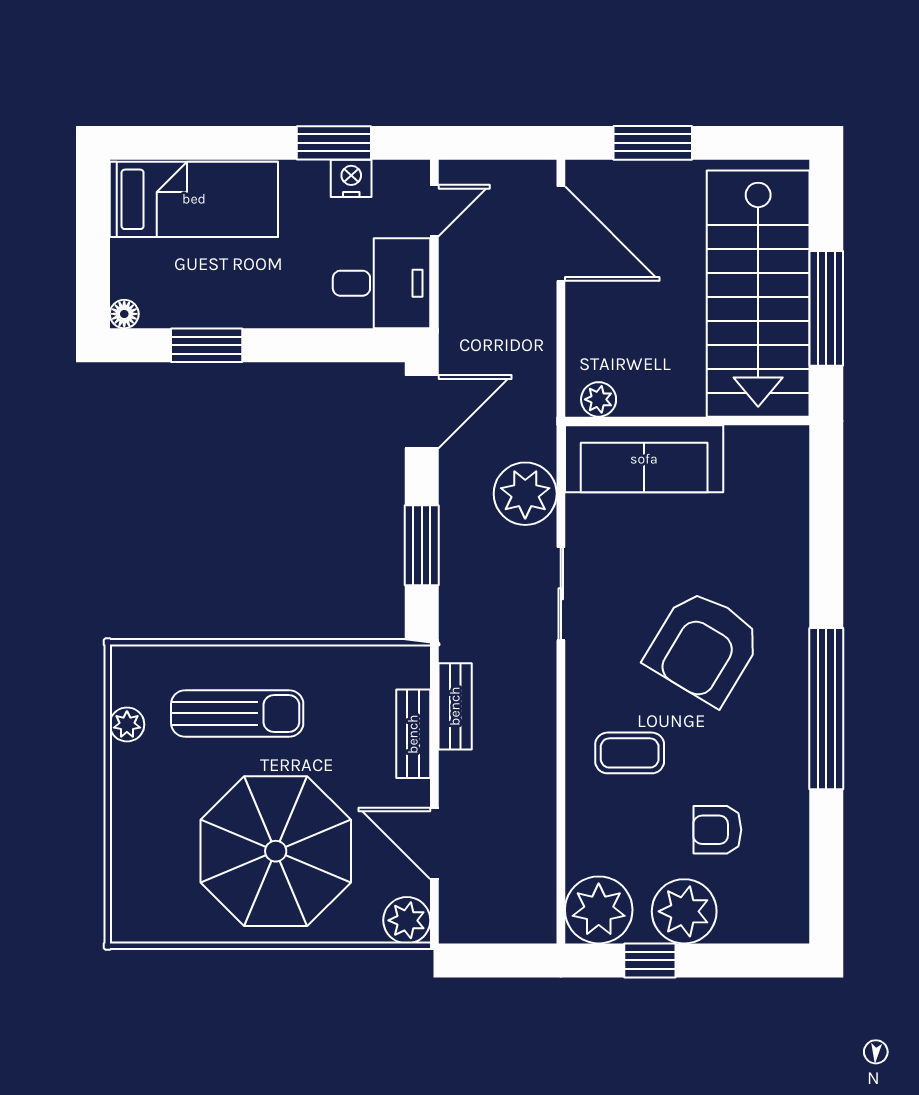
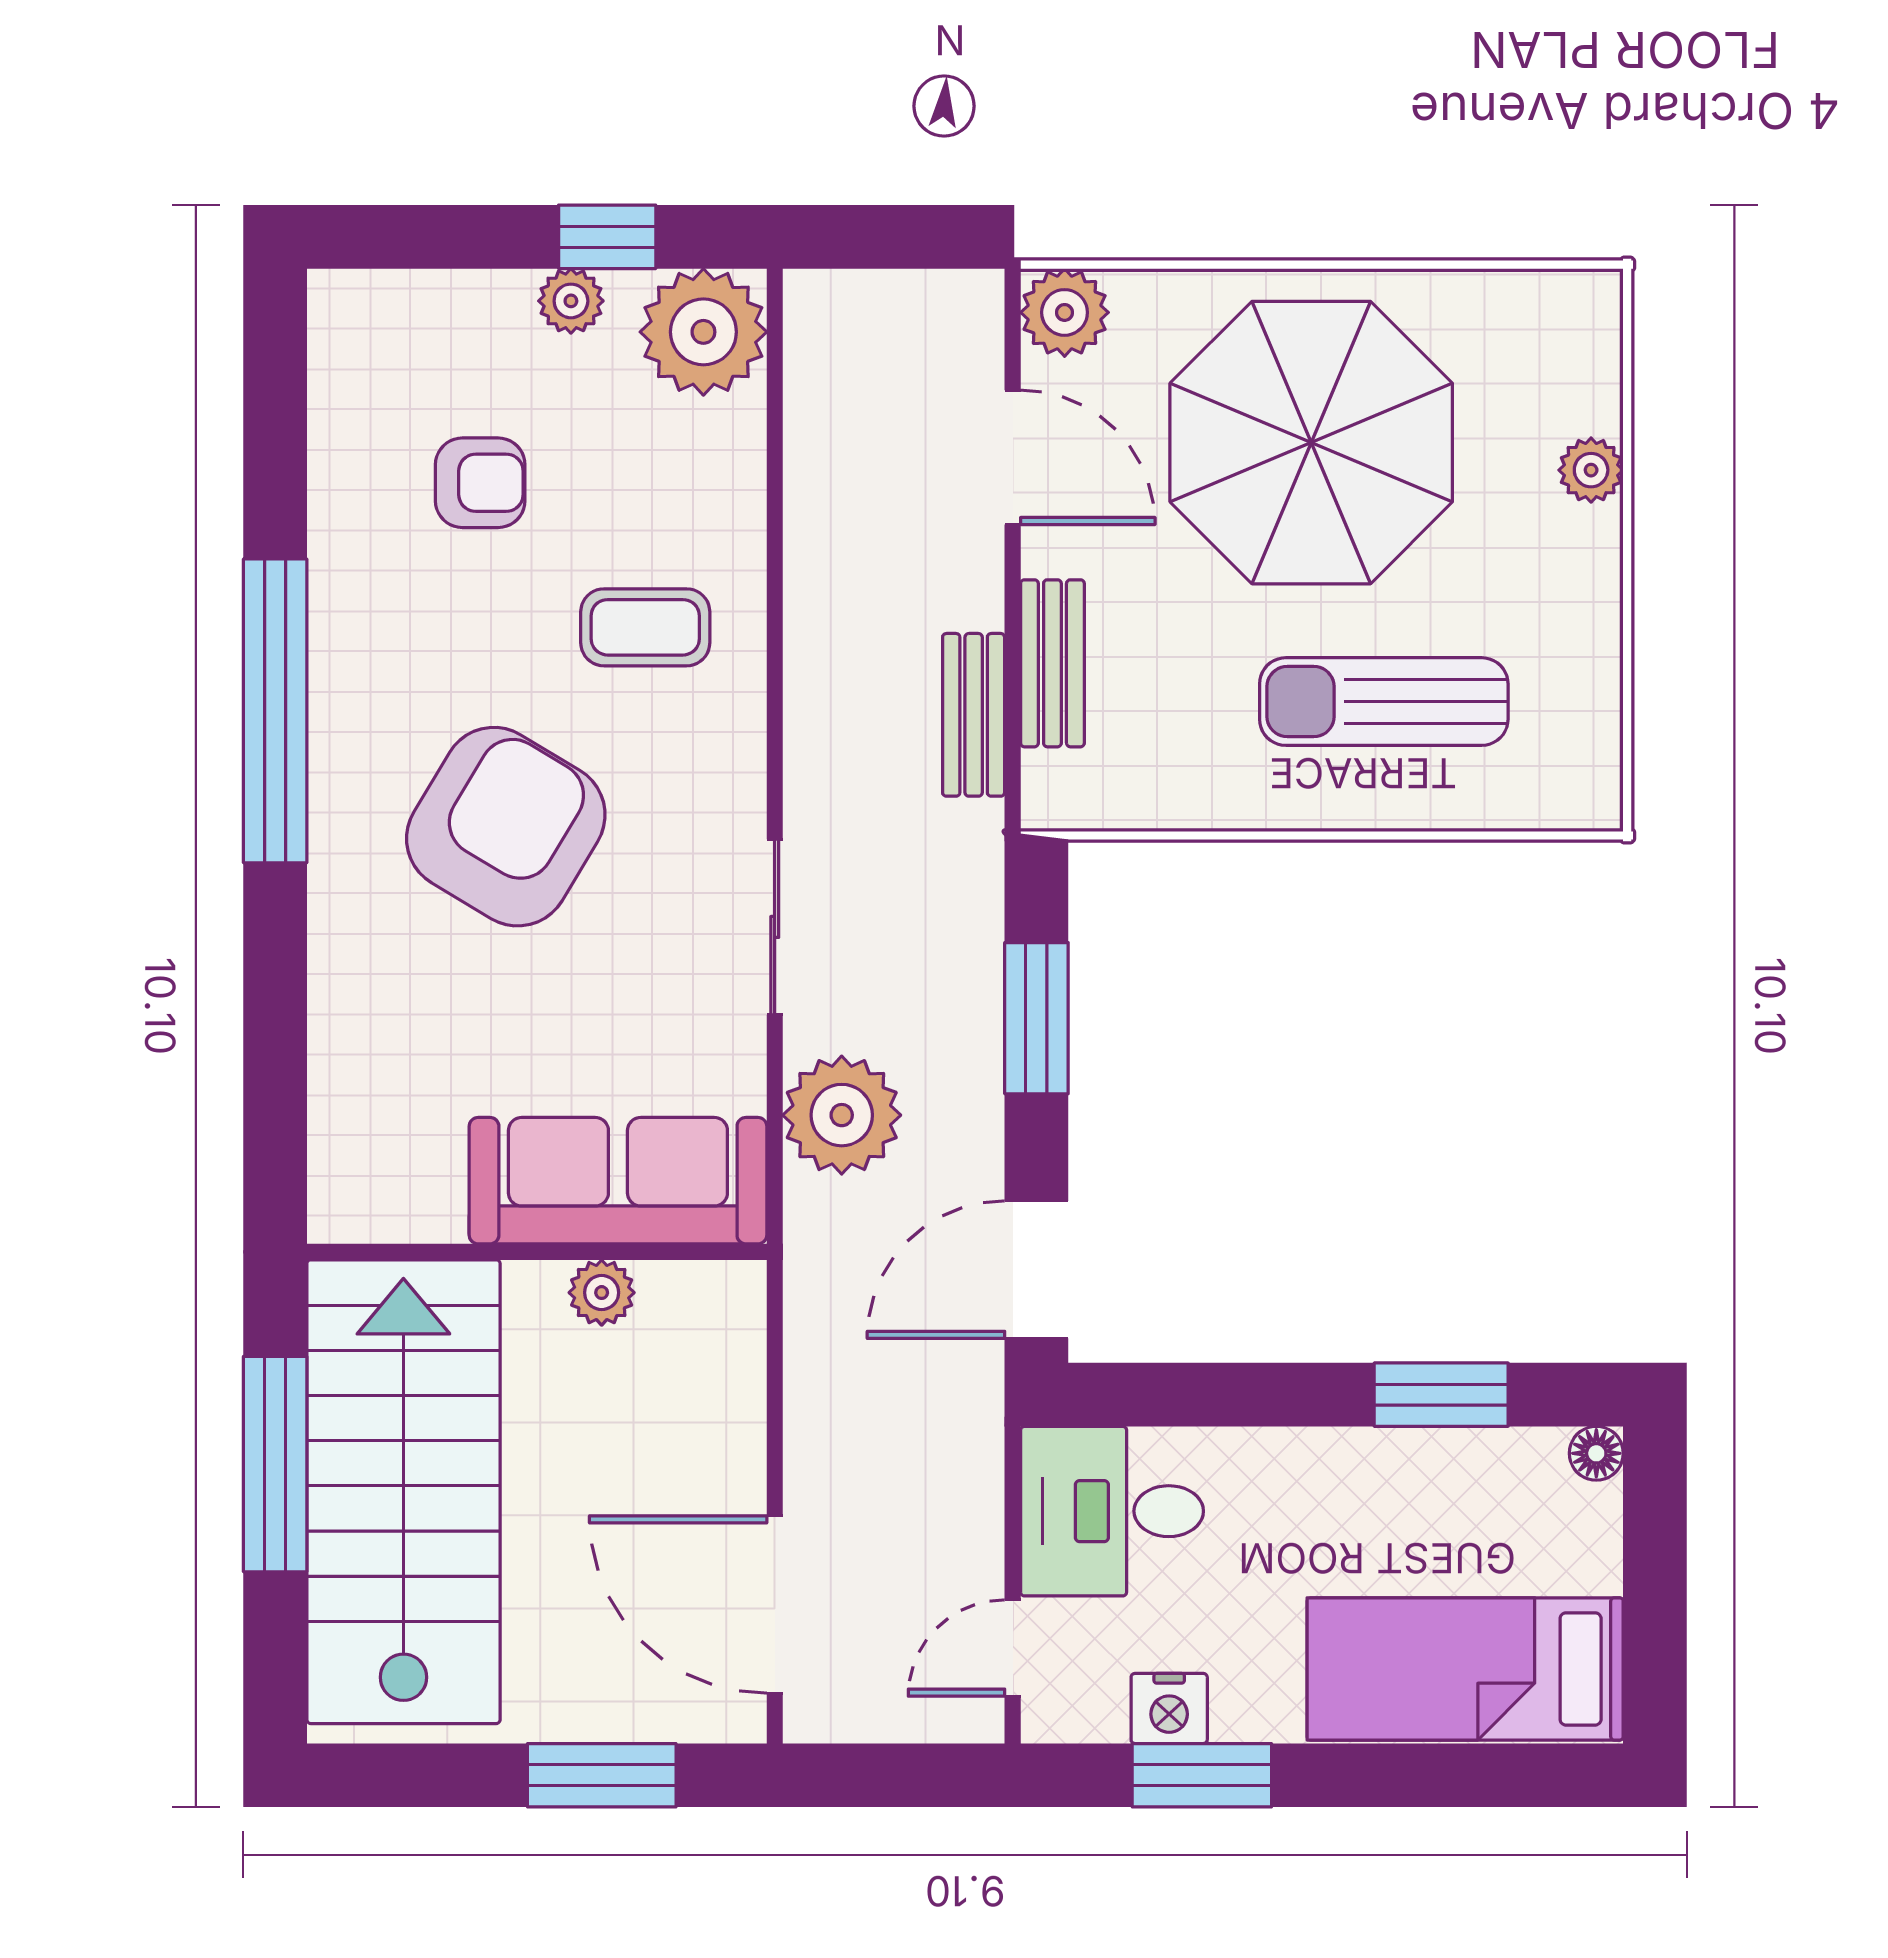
plant: (599, 399) -> (602, 1293), moved
plant: (127, 724) -> (1591, 470), moved
plant: (684, 911) -> (571, 301), width x0.53, depth x0.53

